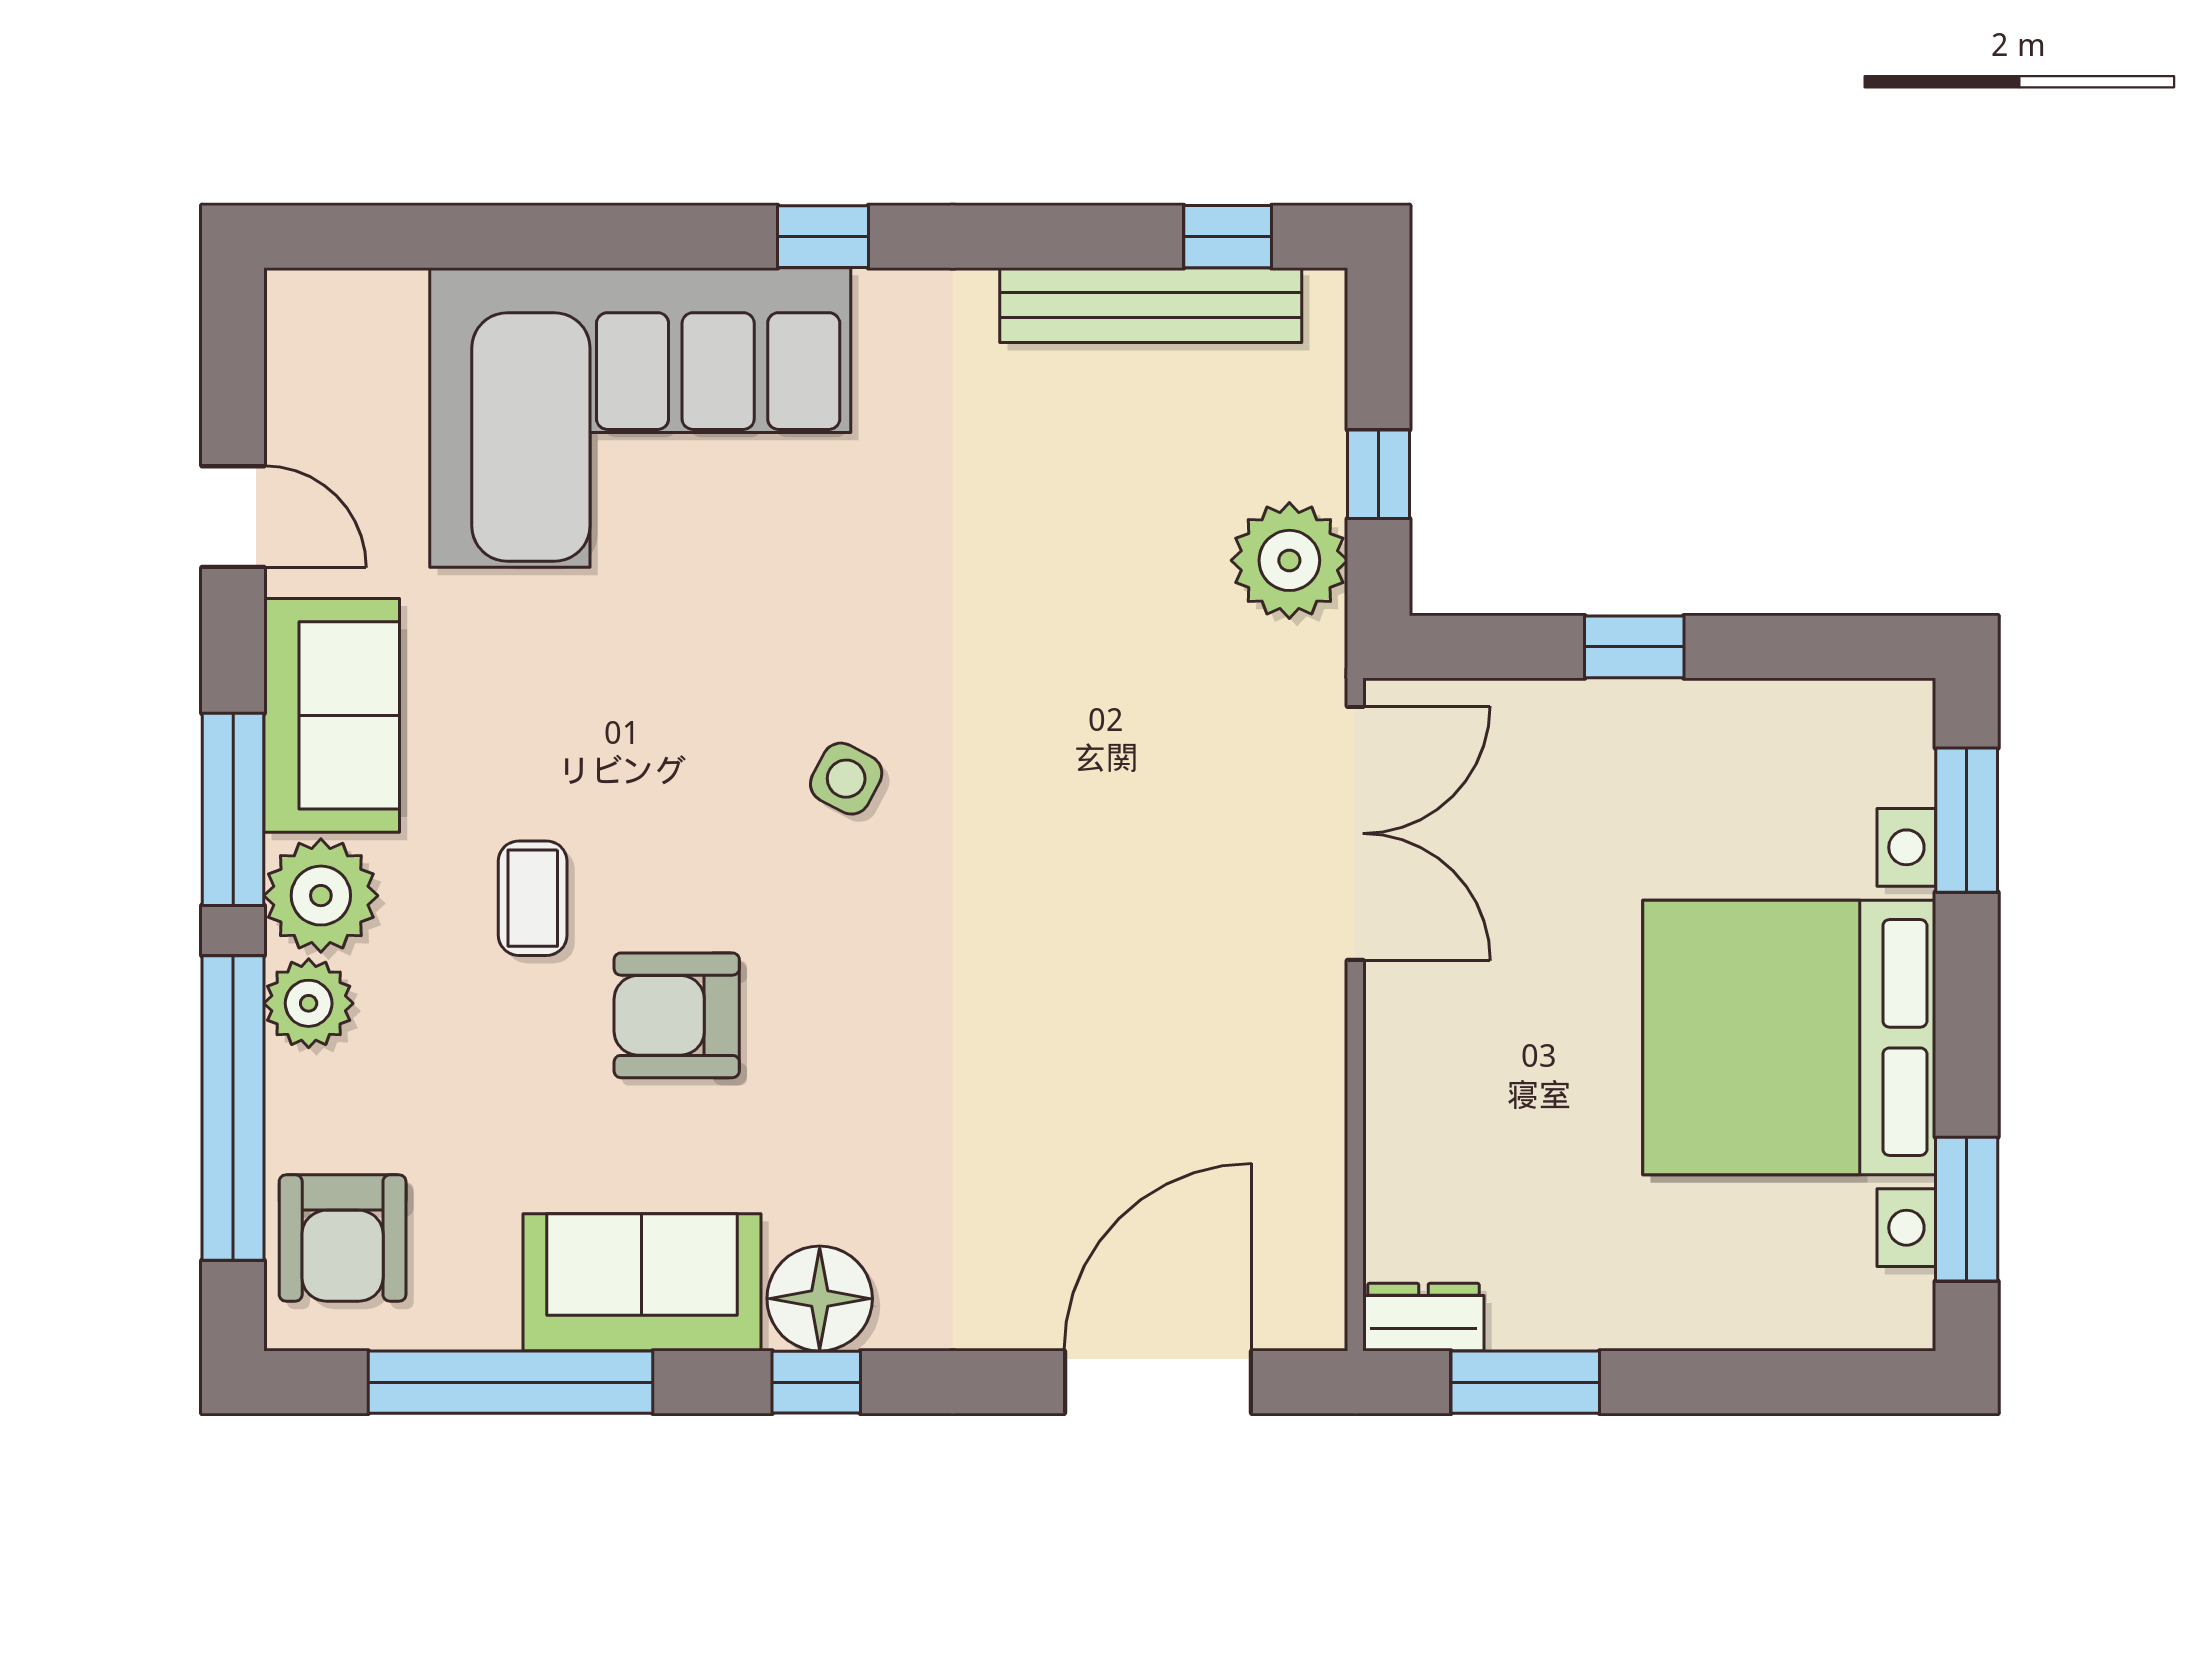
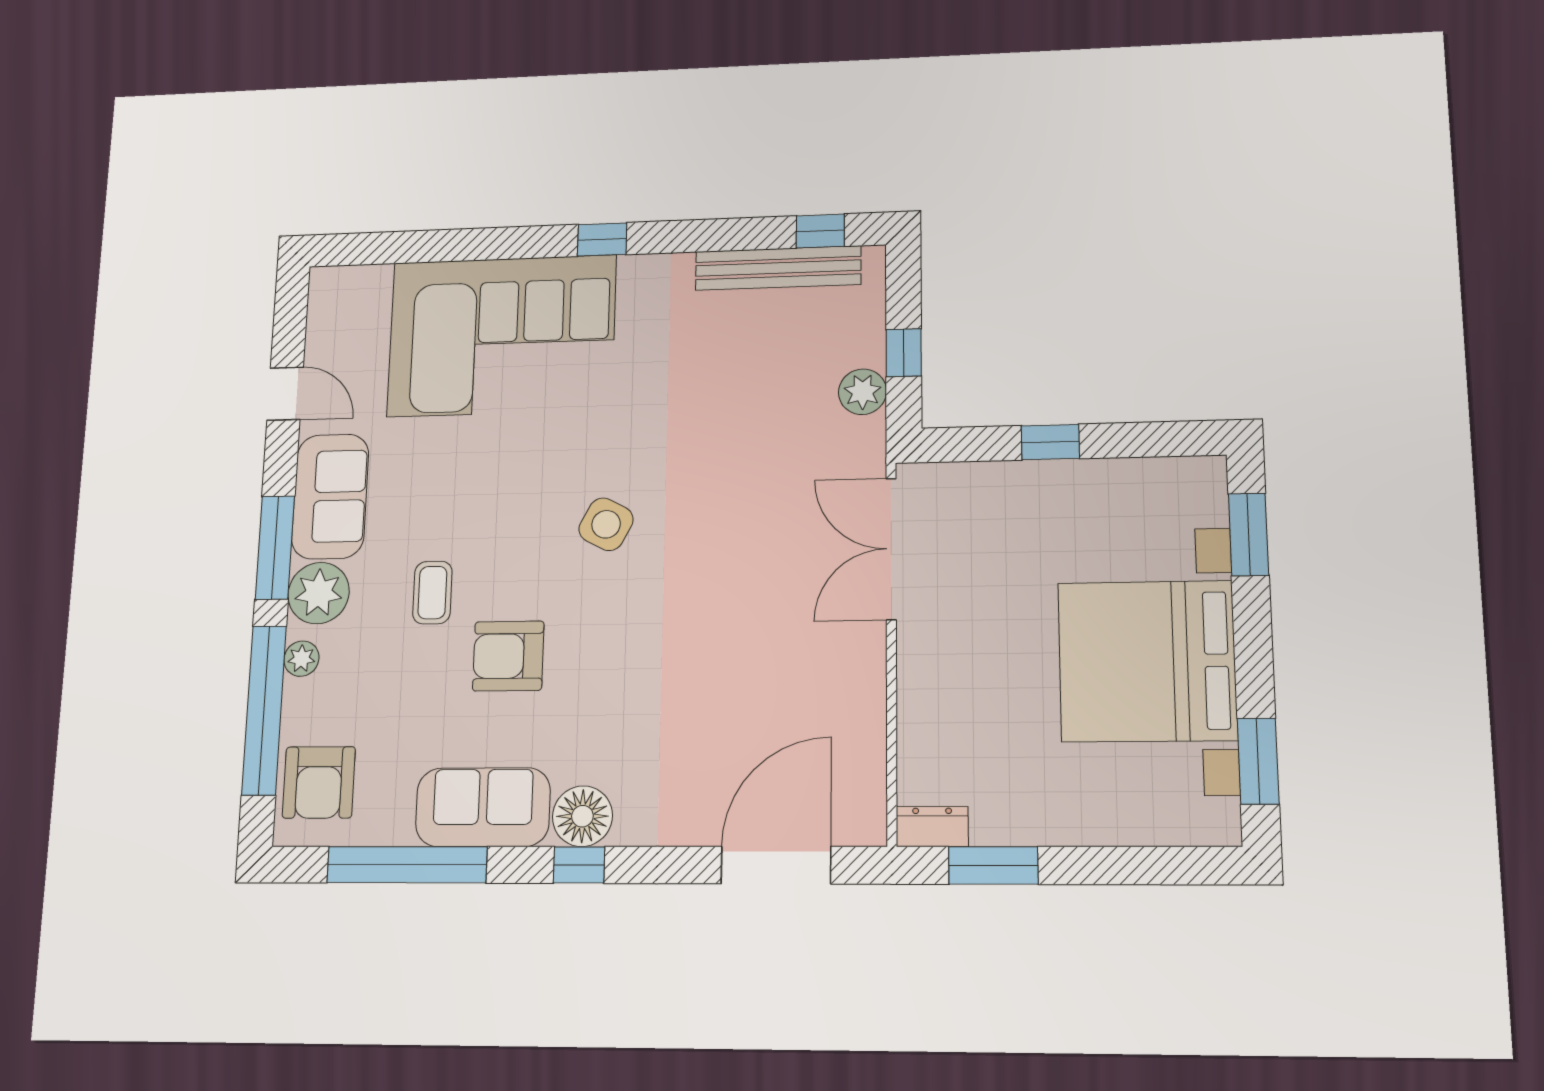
plant: (1289, 560) -> (863, 392), width x0.73, depth x0.73
side table: (846, 779) -> (606, 524), width x1.37, depth x1.37
double door: (1355, 833) -> (891, 549), swing flipped
plant: (309, 1003) -> (301, 659), width x0.73, depth x0.73

